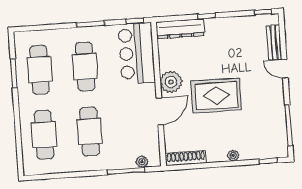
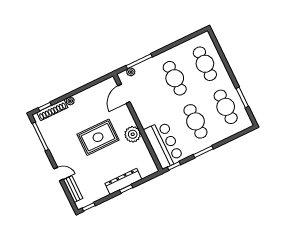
dresser: (180, 29) -> (123, 181), moved
door: (160, 111) -> (124, 94), moved
shoe rack: (186, 158) -> (52, 110), moved

